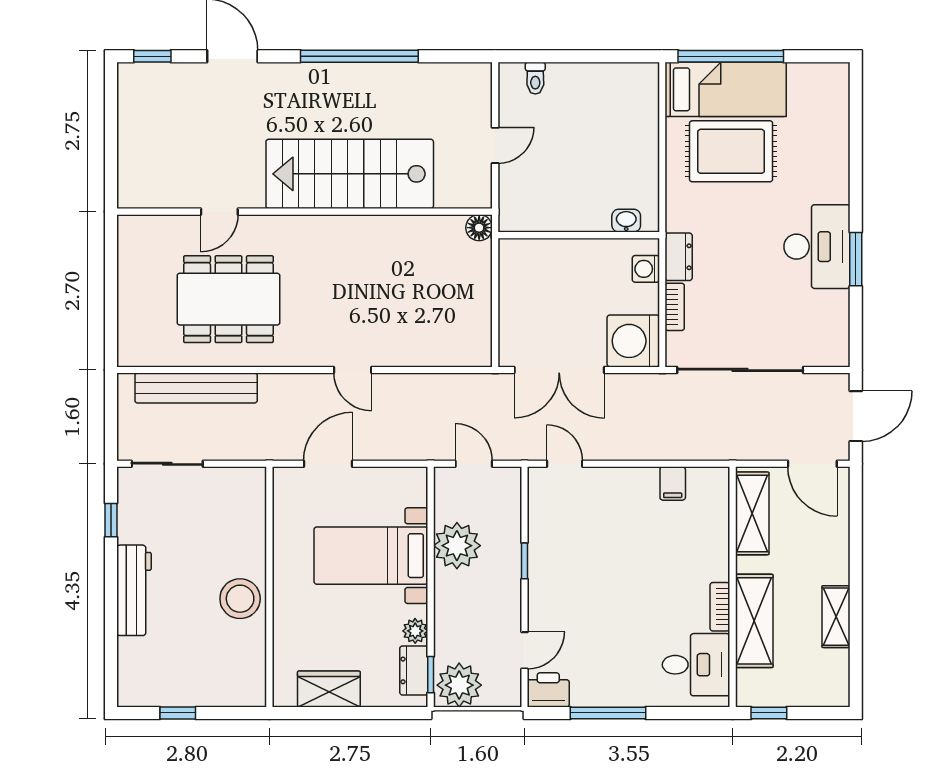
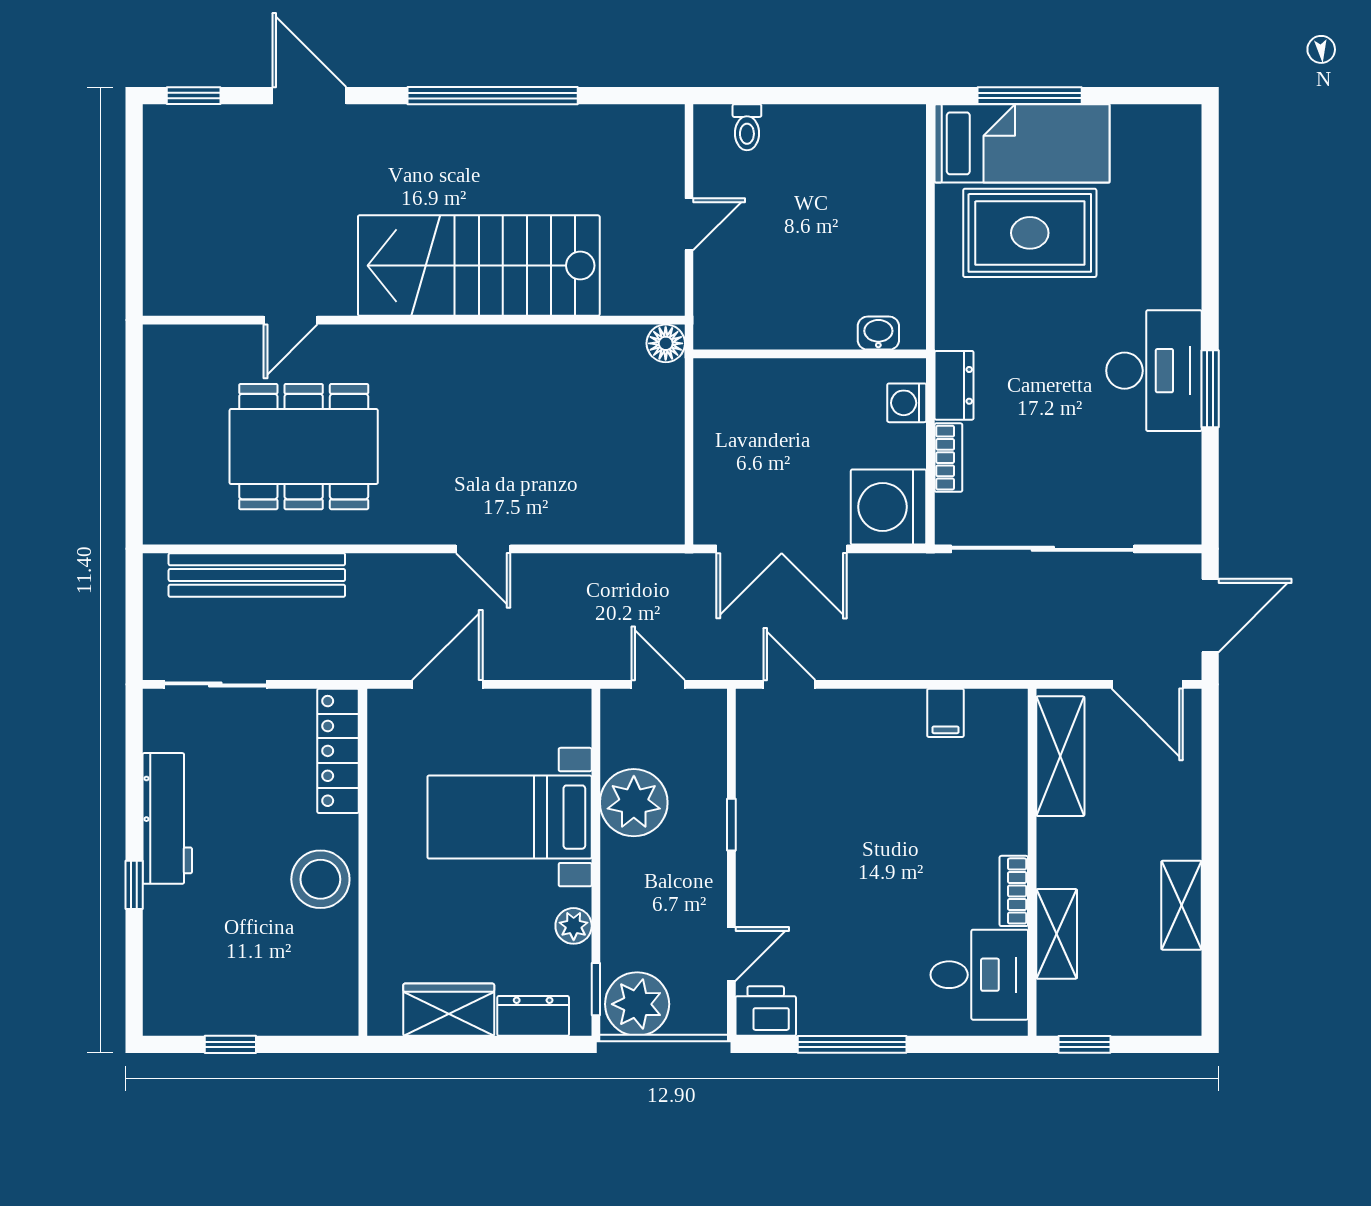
window: (731, 56) -> (1030, 96), width x0.68
locker: (252, 510) -> (338, 751), added
window: (111, 520) -> (134, 885), moved
workbench: (134, 590) -> (167, 818), moved
shelving: (754, 621) -> (1057, 934), width x0.67, depth x0.75
dresser: (414, 670) -> (533, 1016), moved, turned 90

